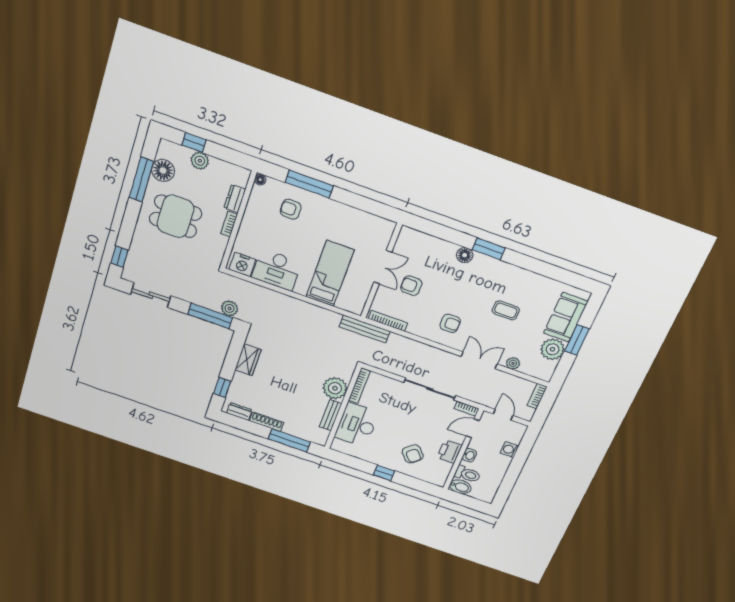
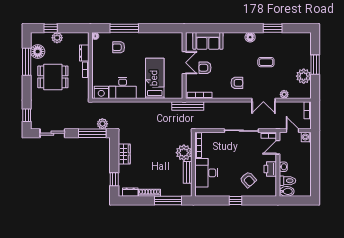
window: (489, 249) -> (273, 28), moved
floor lamp: (465, 255) -> (250, 37), moved
sofa: (566, 317) -> (208, 41), moved, turned -90
double door: (479, 360) -> (263, 100), swing flipped
washing machine: (509, 450) -> (306, 137), moved

